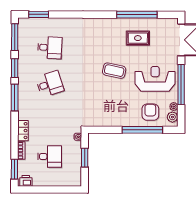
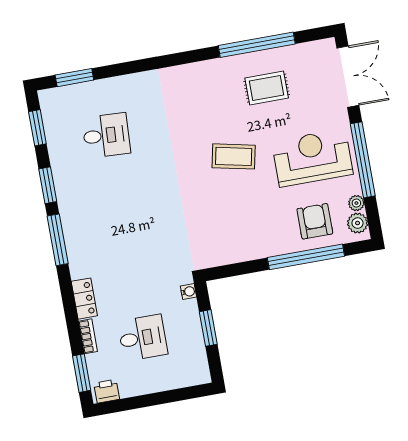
window: (15, 37) -> (37, 128), width x0.69
desk: (50, 84) -> (118, 203), removed

